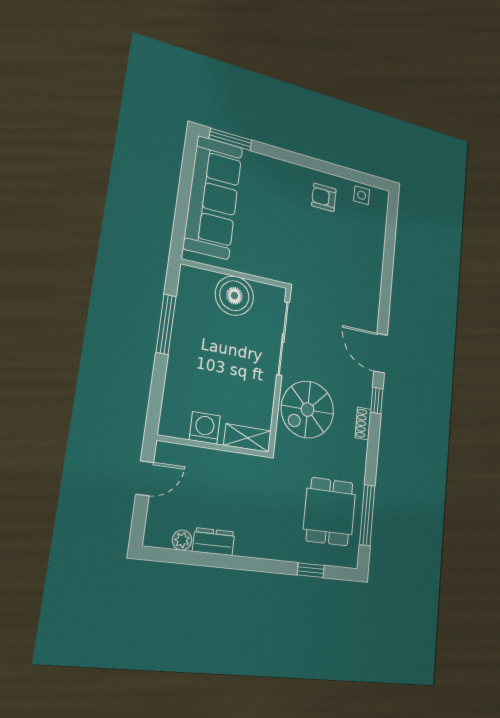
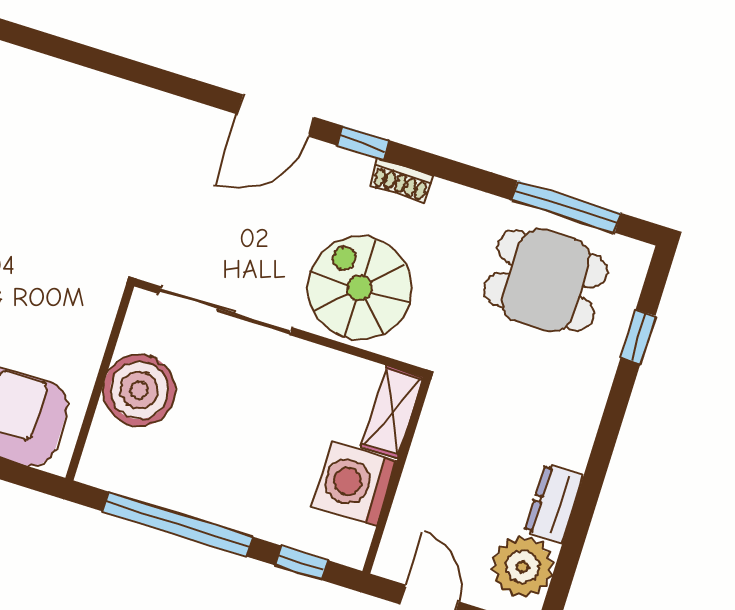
window: (166, 324) -> (178, 524), width x1.46
window: (156, 399) -> (302, 563), added
spiral stairs: (308, 410) -> (359, 288), turned 180
washing machine: (205, 428) -> (354, 483), width x1.37, depth x1.37
plant: (182, 540) -> (522, 567), width x1.88, depth x1.88

